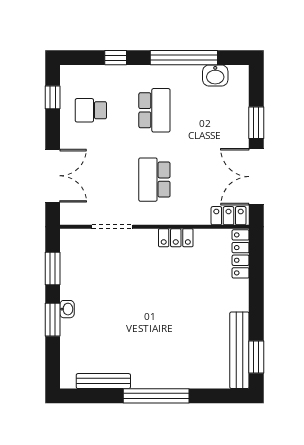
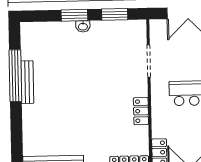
bench: (103, 381) -> (27, 82), moved
window: (156, 396) -> (15, 76), moved

